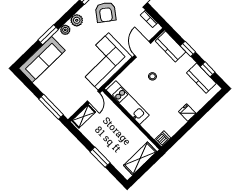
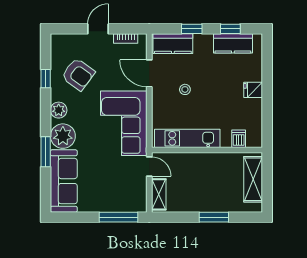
plant: (65, 30) -> (63, 136), width x1.87, depth x1.87
dishwasher: (163, 139) -> (239, 139), moved

